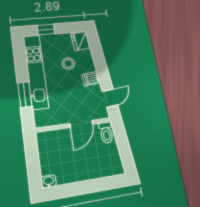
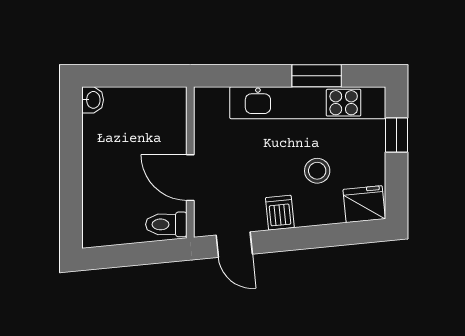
window: (25, 95) -> (317, 76), moved

